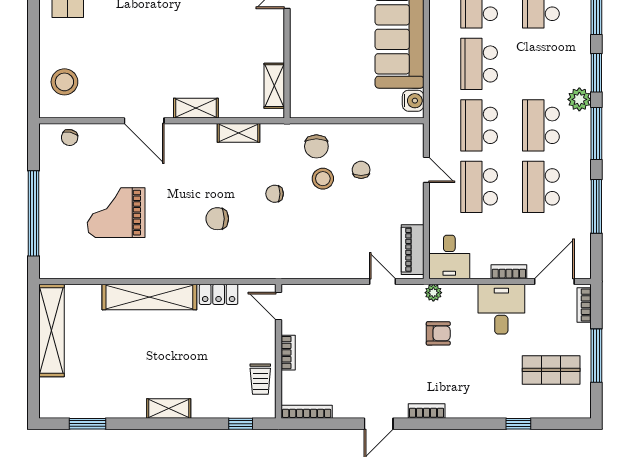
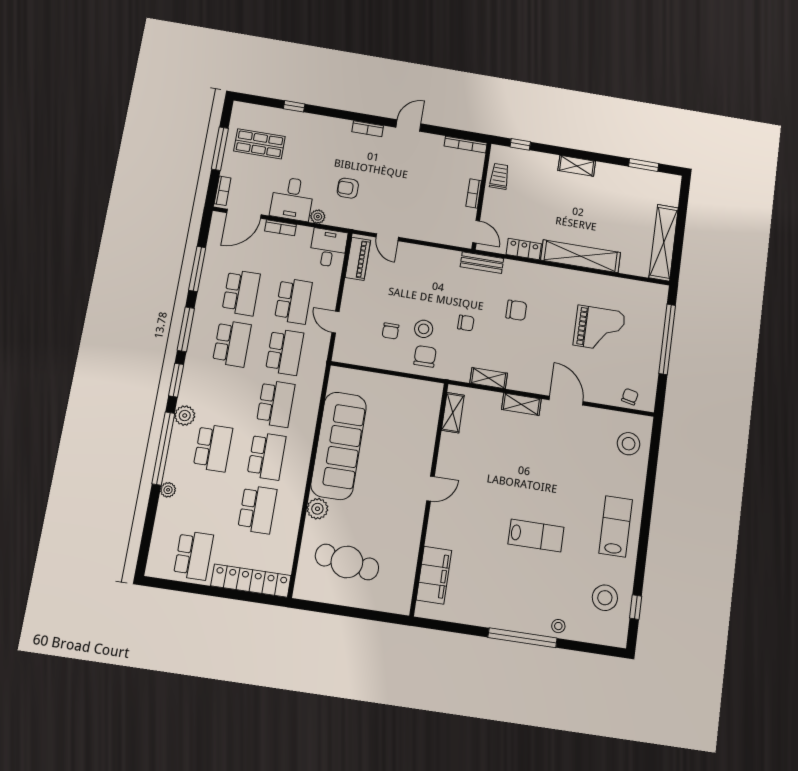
plant: (579, 99) -> (185, 416), moved
water cooler: (413, 101) -> (337, 381), removed
bench: (266, 269) -> (482, 263), added
plant: (433, 293) -> (318, 217), moved

